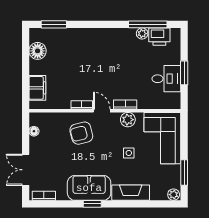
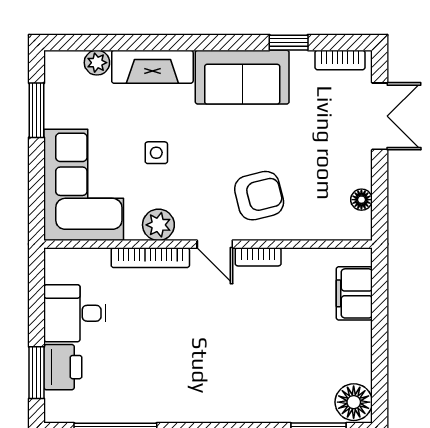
plant: (142, 34) -> (128, 411), removed
printer: (159, 37) -> (63, 367), moved, turned 90
floor lamp: (38, 51) -> (354, 402), moved
window: (184, 73) -> (36, 373), moved
bookcase: (125, 104) -> (150, 258), width x1.56
plant: (174, 195) -> (97, 63), moved
window: (92, 204) -> (289, 43), moved

